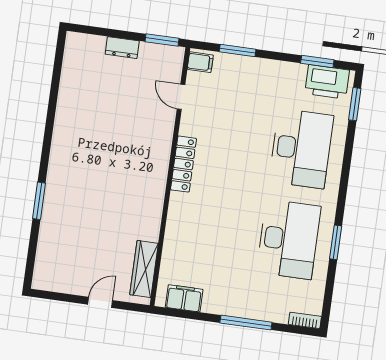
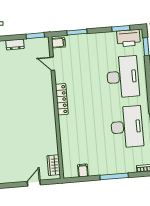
wardrobe: (144, 269) -> (54, 165), width x0.67
filing cabinet: (184, 298) -> (83, 171), width x0.50

